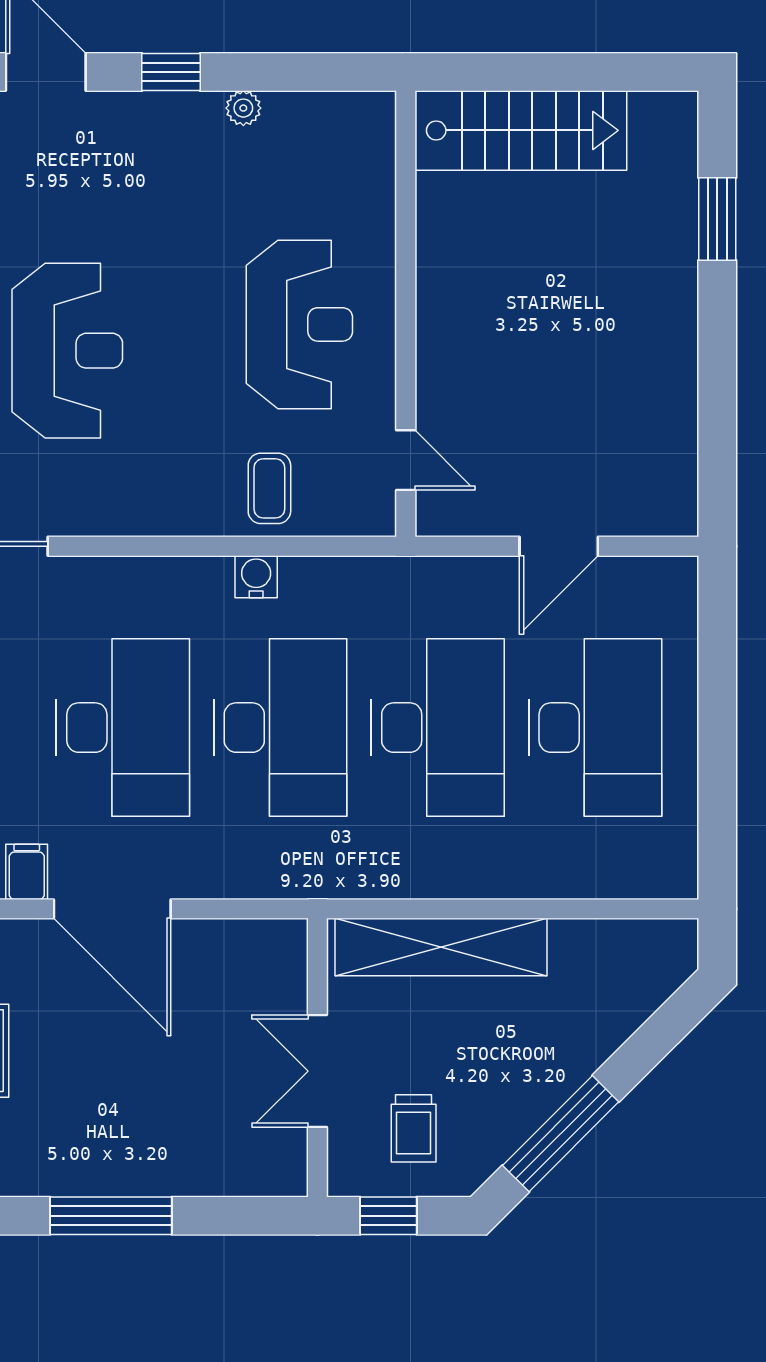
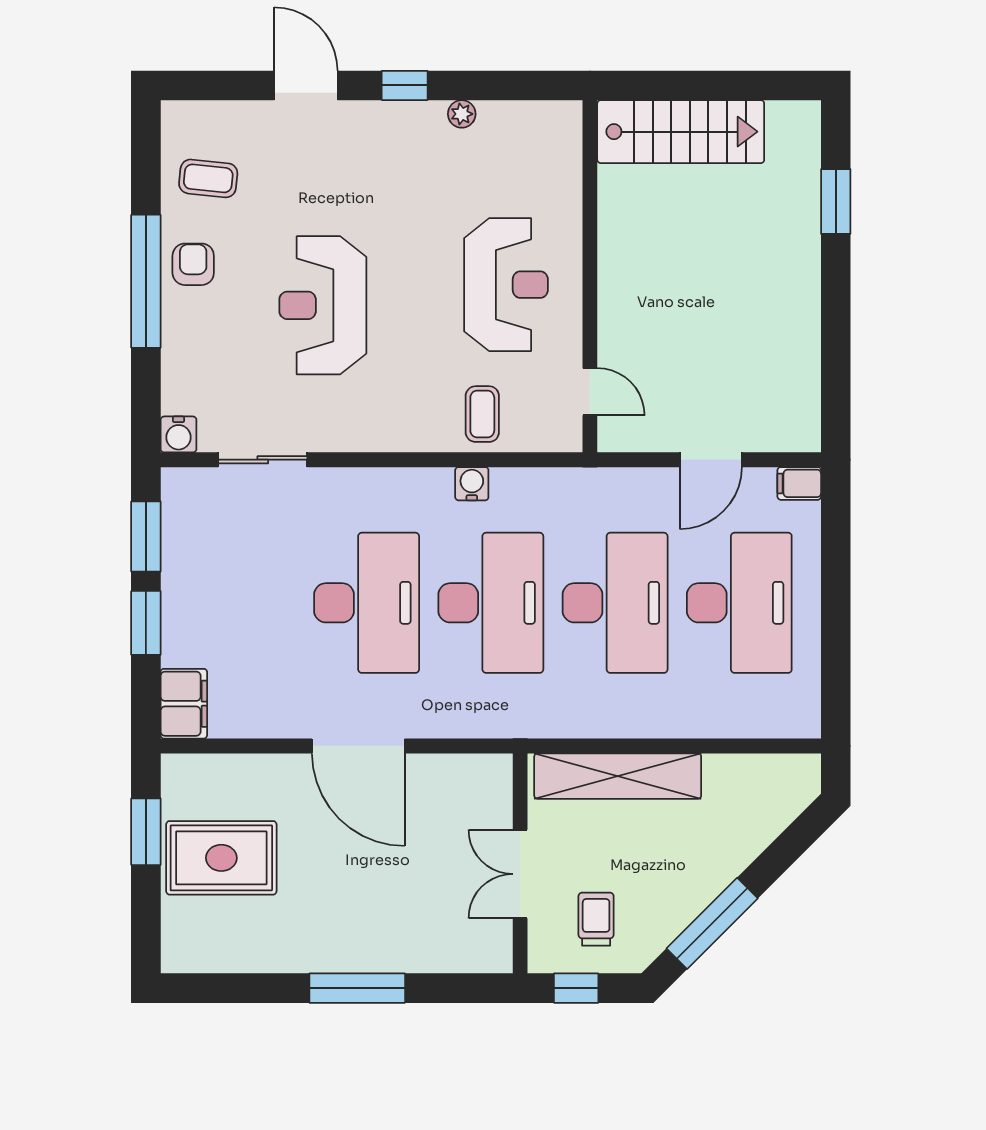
reception desk: (67, 351) -> (323, 305), turned 180
filing cabinet: (27, 872) -> (799, 483), moved, turned -90
trolley: (414, 1128) -> (596, 919), turned 180

